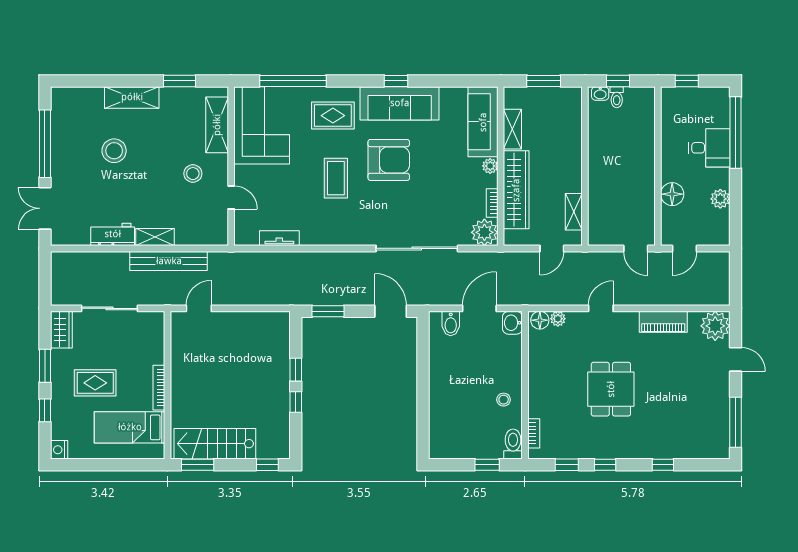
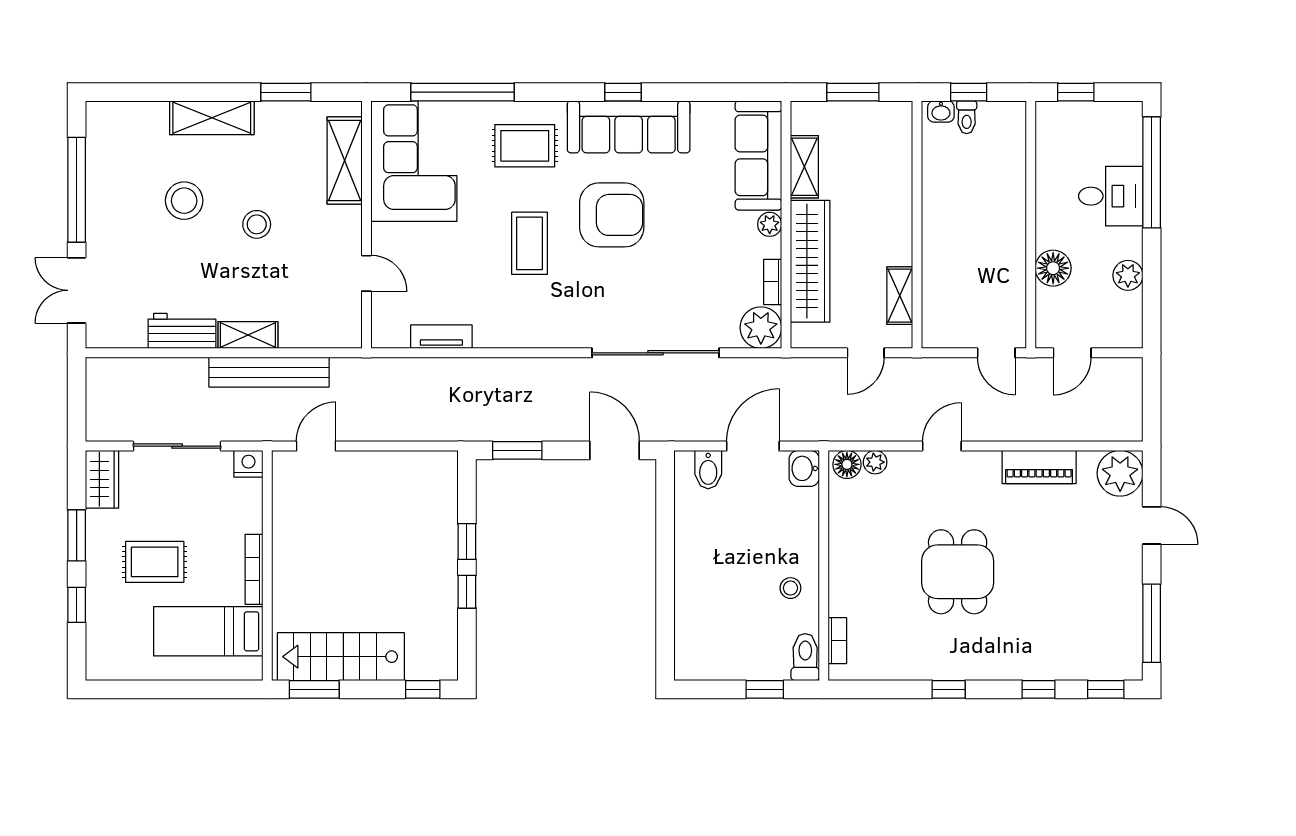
stool: (193, 174) -> (257, 224), moved
nightstand: (59, 450) -> (248, 464), moved, turned 90
window: (567, 465) -> (1106, 689), moved

